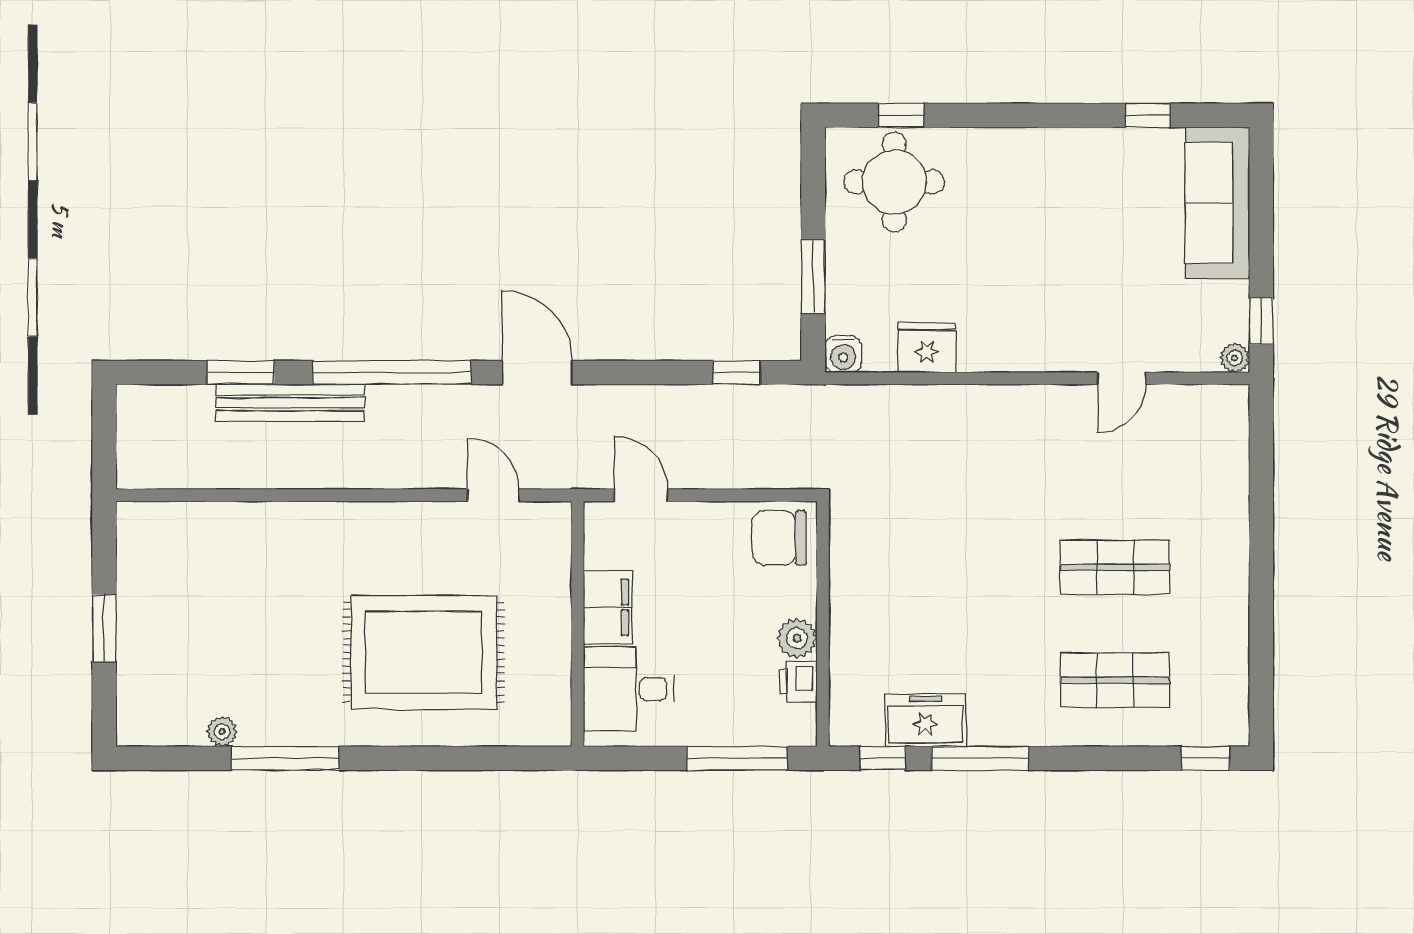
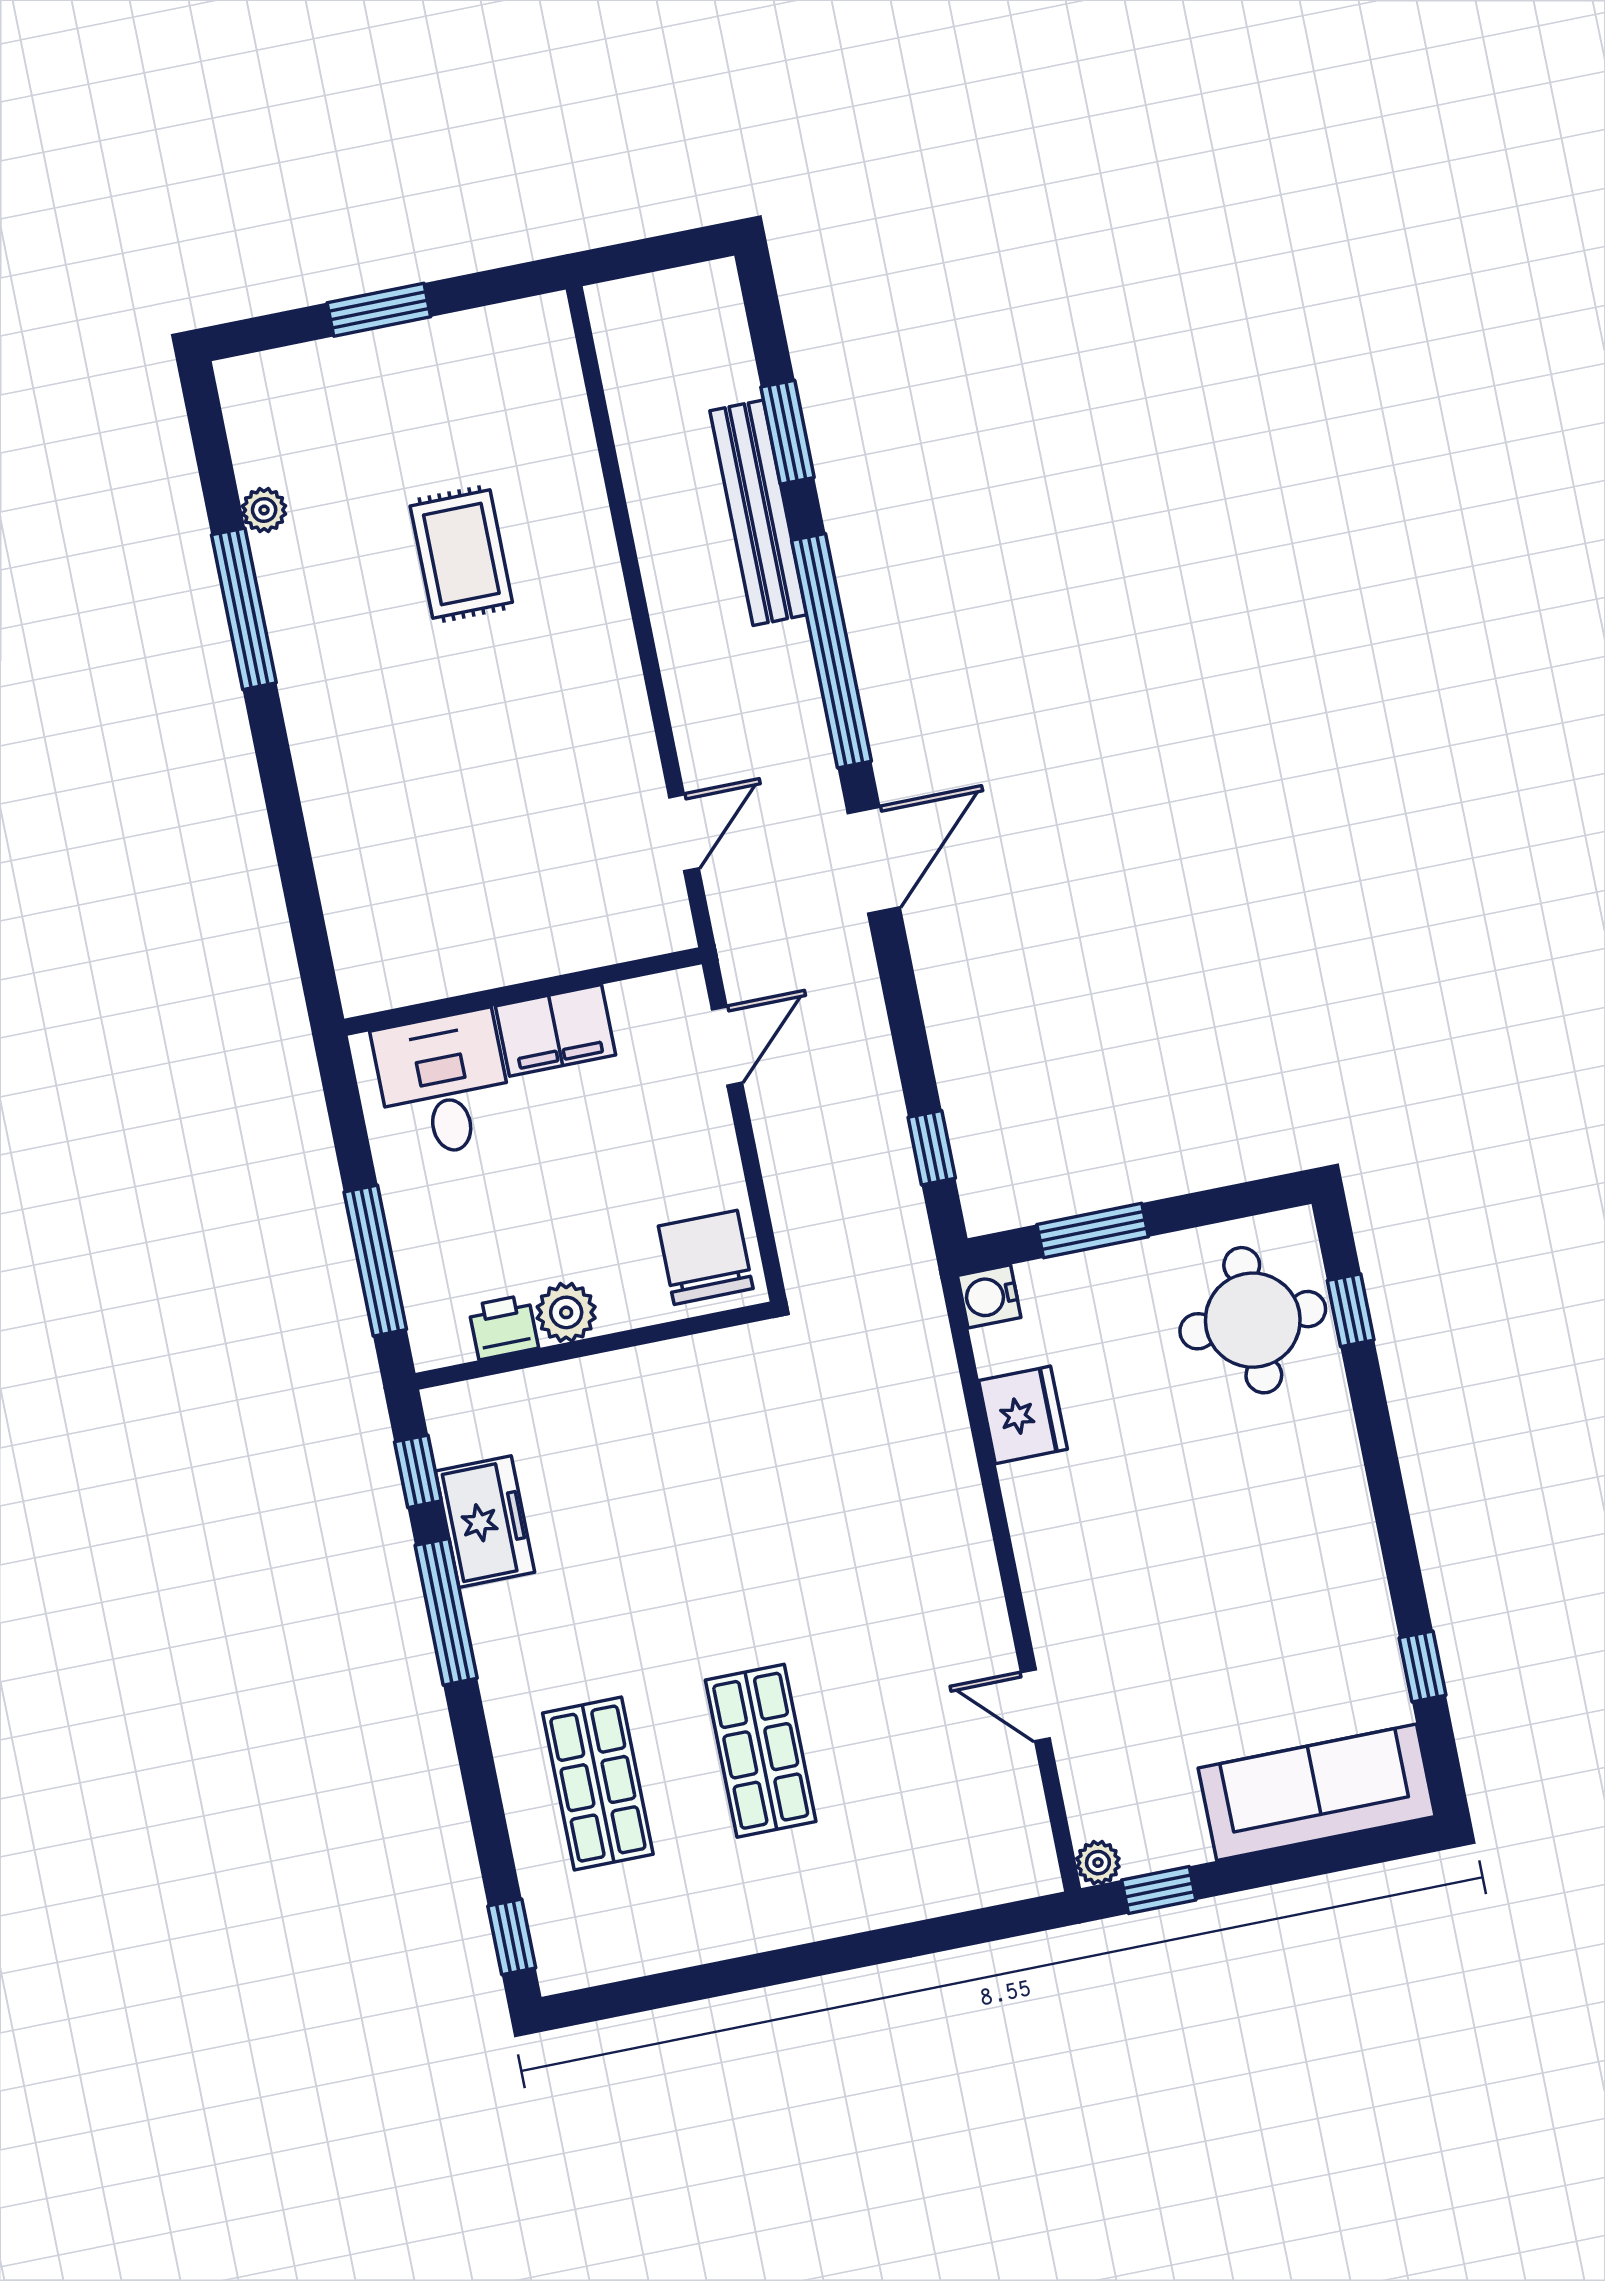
rug: (424, 652) -> (461, 554), moved, width x0.54, depth x0.49

